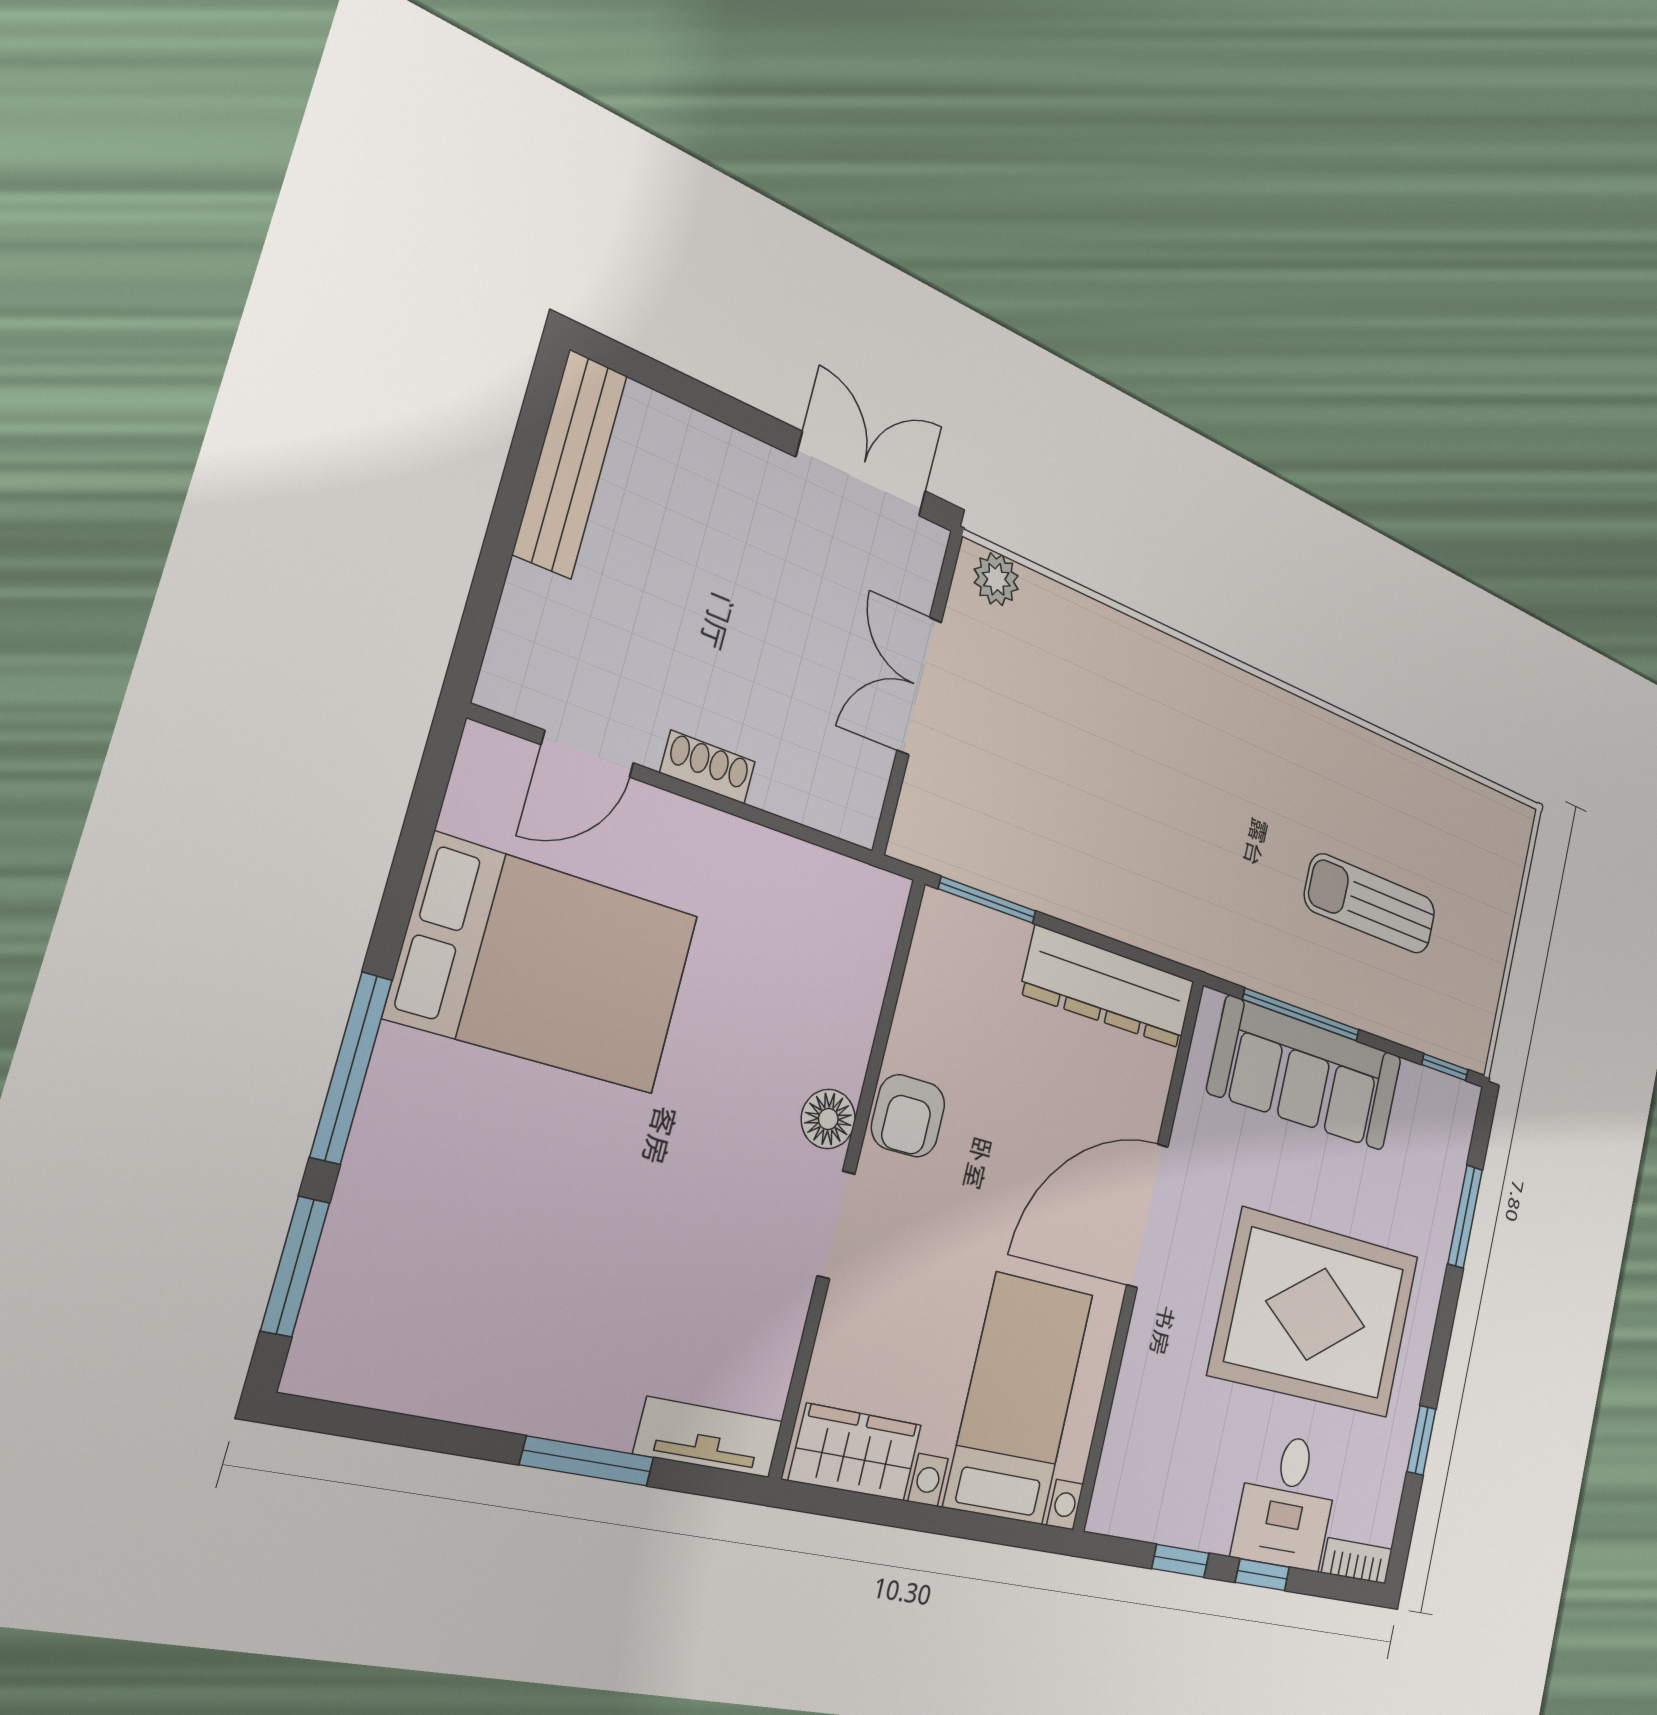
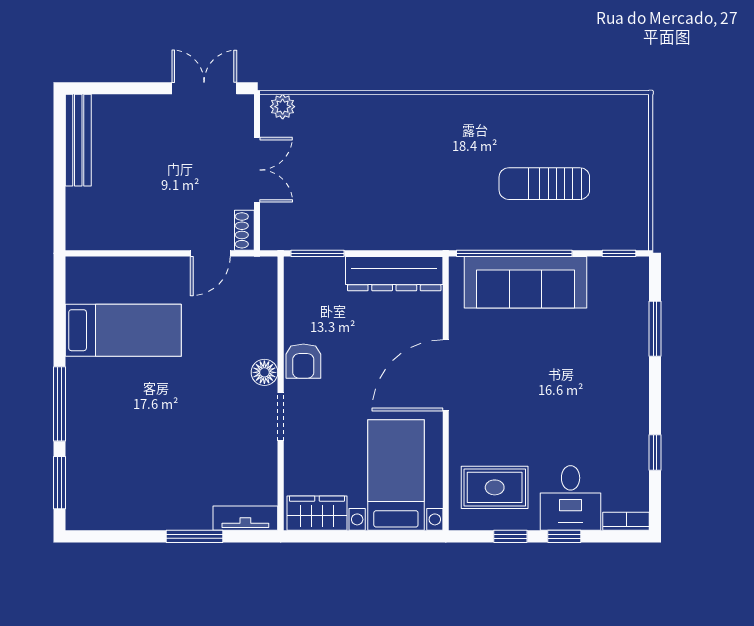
double door: (919, 686) -> (257, 170), swing flipped
door: (588, 754) -> (210, 253), moved
shoe rack: (708, 767) -> (244, 230), moved, turned -90
bed: (546, 966) -> (123, 330), width x0.67
window: (1302, 1015) -> (514, 253), width x1.46
rug: (1316, 1314) -> (495, 487), moved, width x0.54, depth x0.49

